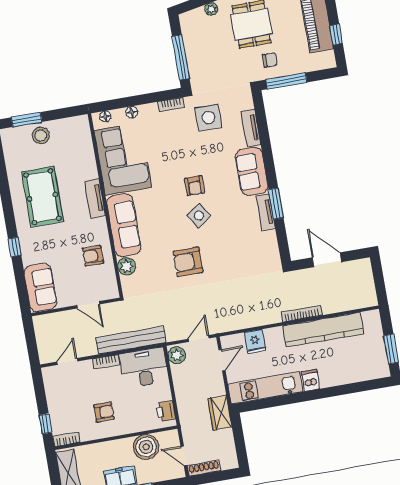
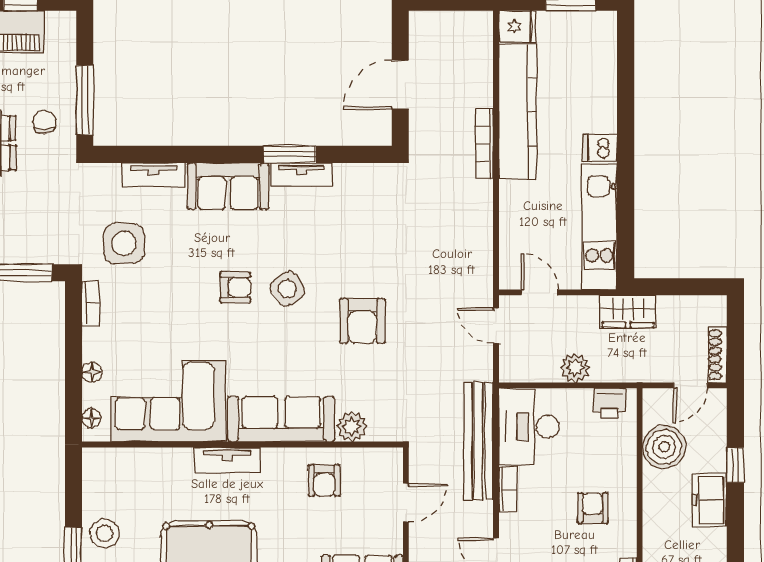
fridge: (255, 341) -> (517, 26), moved
plant: (177, 355) -> (575, 368), moved

